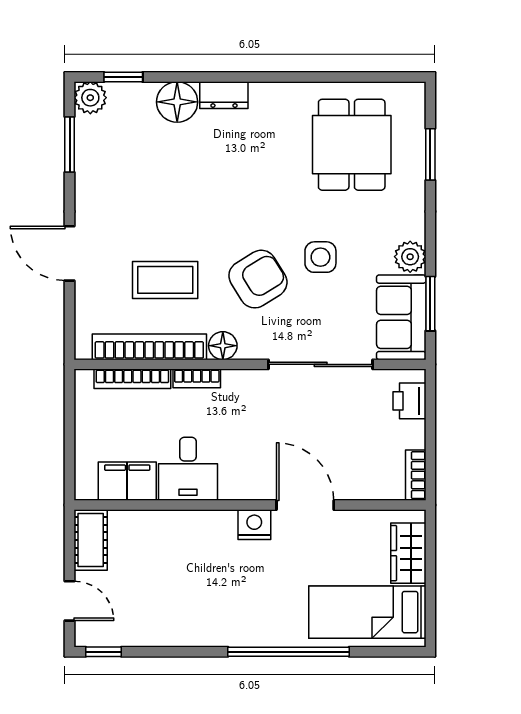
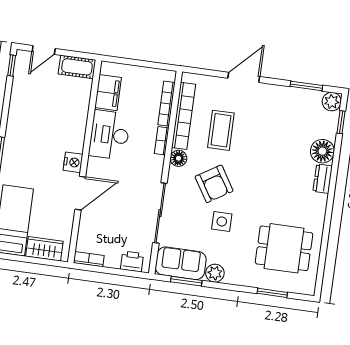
desk: (188, 469) -> (109, 135), width x1.37

